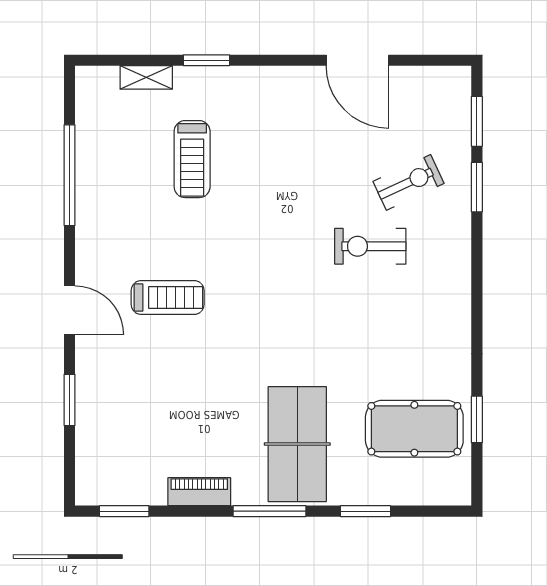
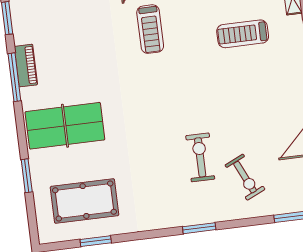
window: (477, 187) -> (199, 228), moved
pool table: (414, 429) -> (85, 201), turned 90
window: (270, 511) -> (14, 77), moved

